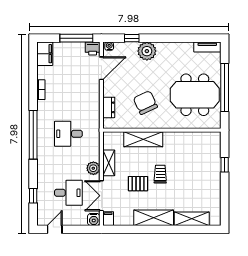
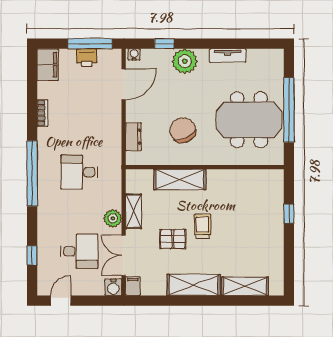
tv unit: (207, 47) -> (228, 56), moved
printer: (93, 48) -> (87, 58), moved

